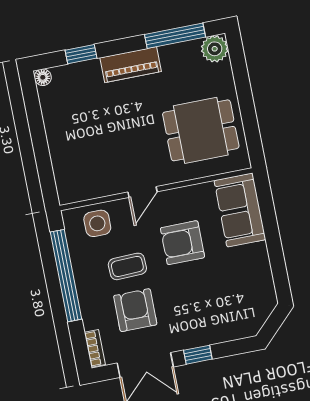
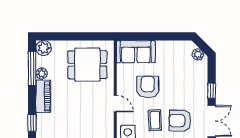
plant: (170, 54) -> (42, 73), added
dining table: (201, 130) -> (87, 65), turned 90
armchair: (183, 243) -> (148, 87), turned 180
plant: (256, 319) -> (198, 54), added

